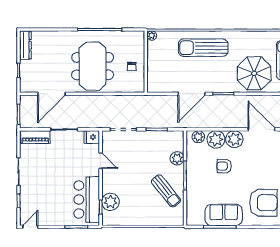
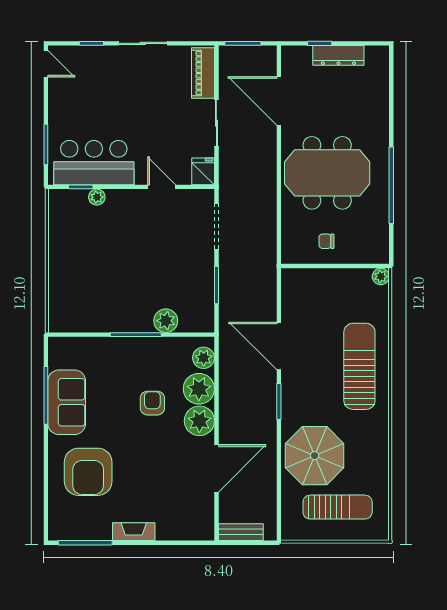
dresser: (25, 45) -> (338, 55), moved
door: (101, 161) -> (162, 187), swing flipped
sun lounger: (166, 191) -> (109, 301), removed
plant: (111, 202) -> (97, 197), width x0.53, depth x0.53

